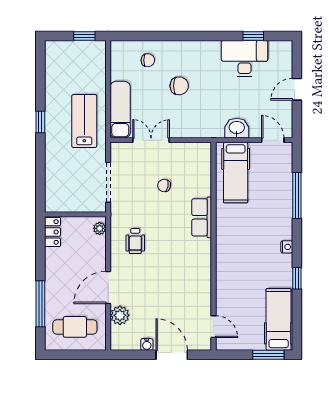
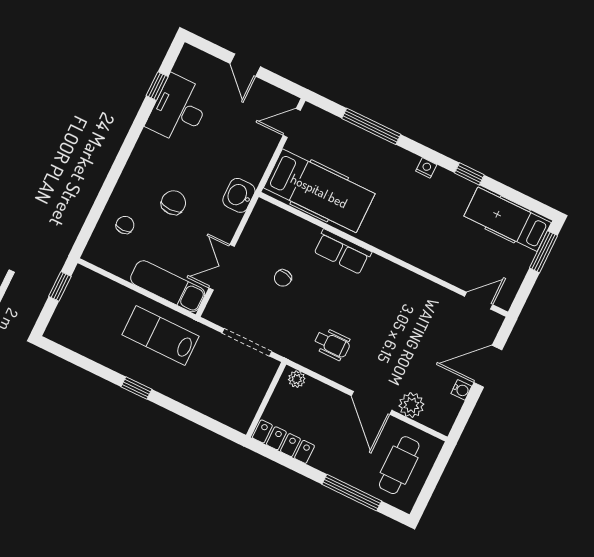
washbasin: (237, 128) -> (239, 195), moved
hospital bed: (236, 173) -> (319, 191), width x1.37, depth x1.29
locker: (52, 232) -> (283, 442), width x1.53

